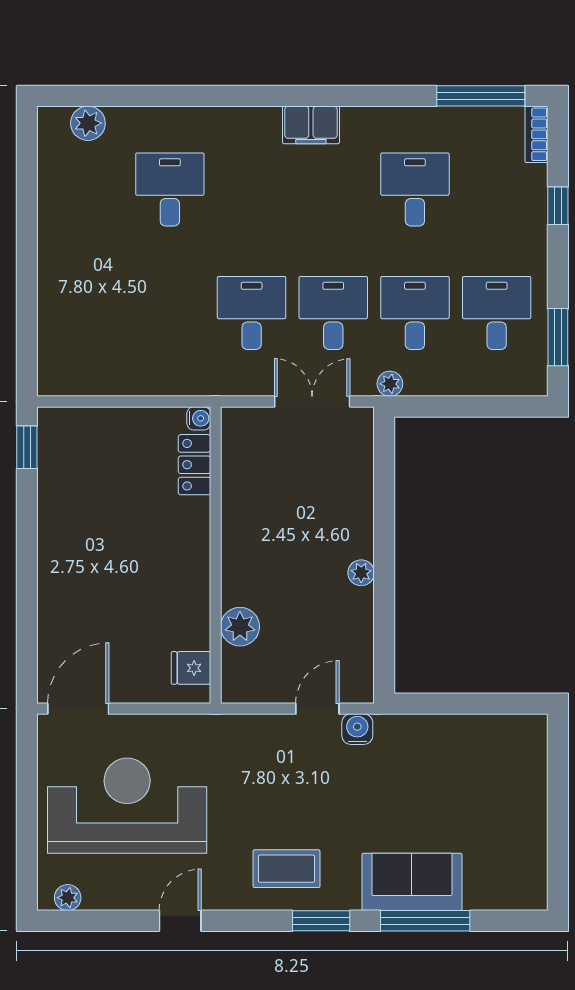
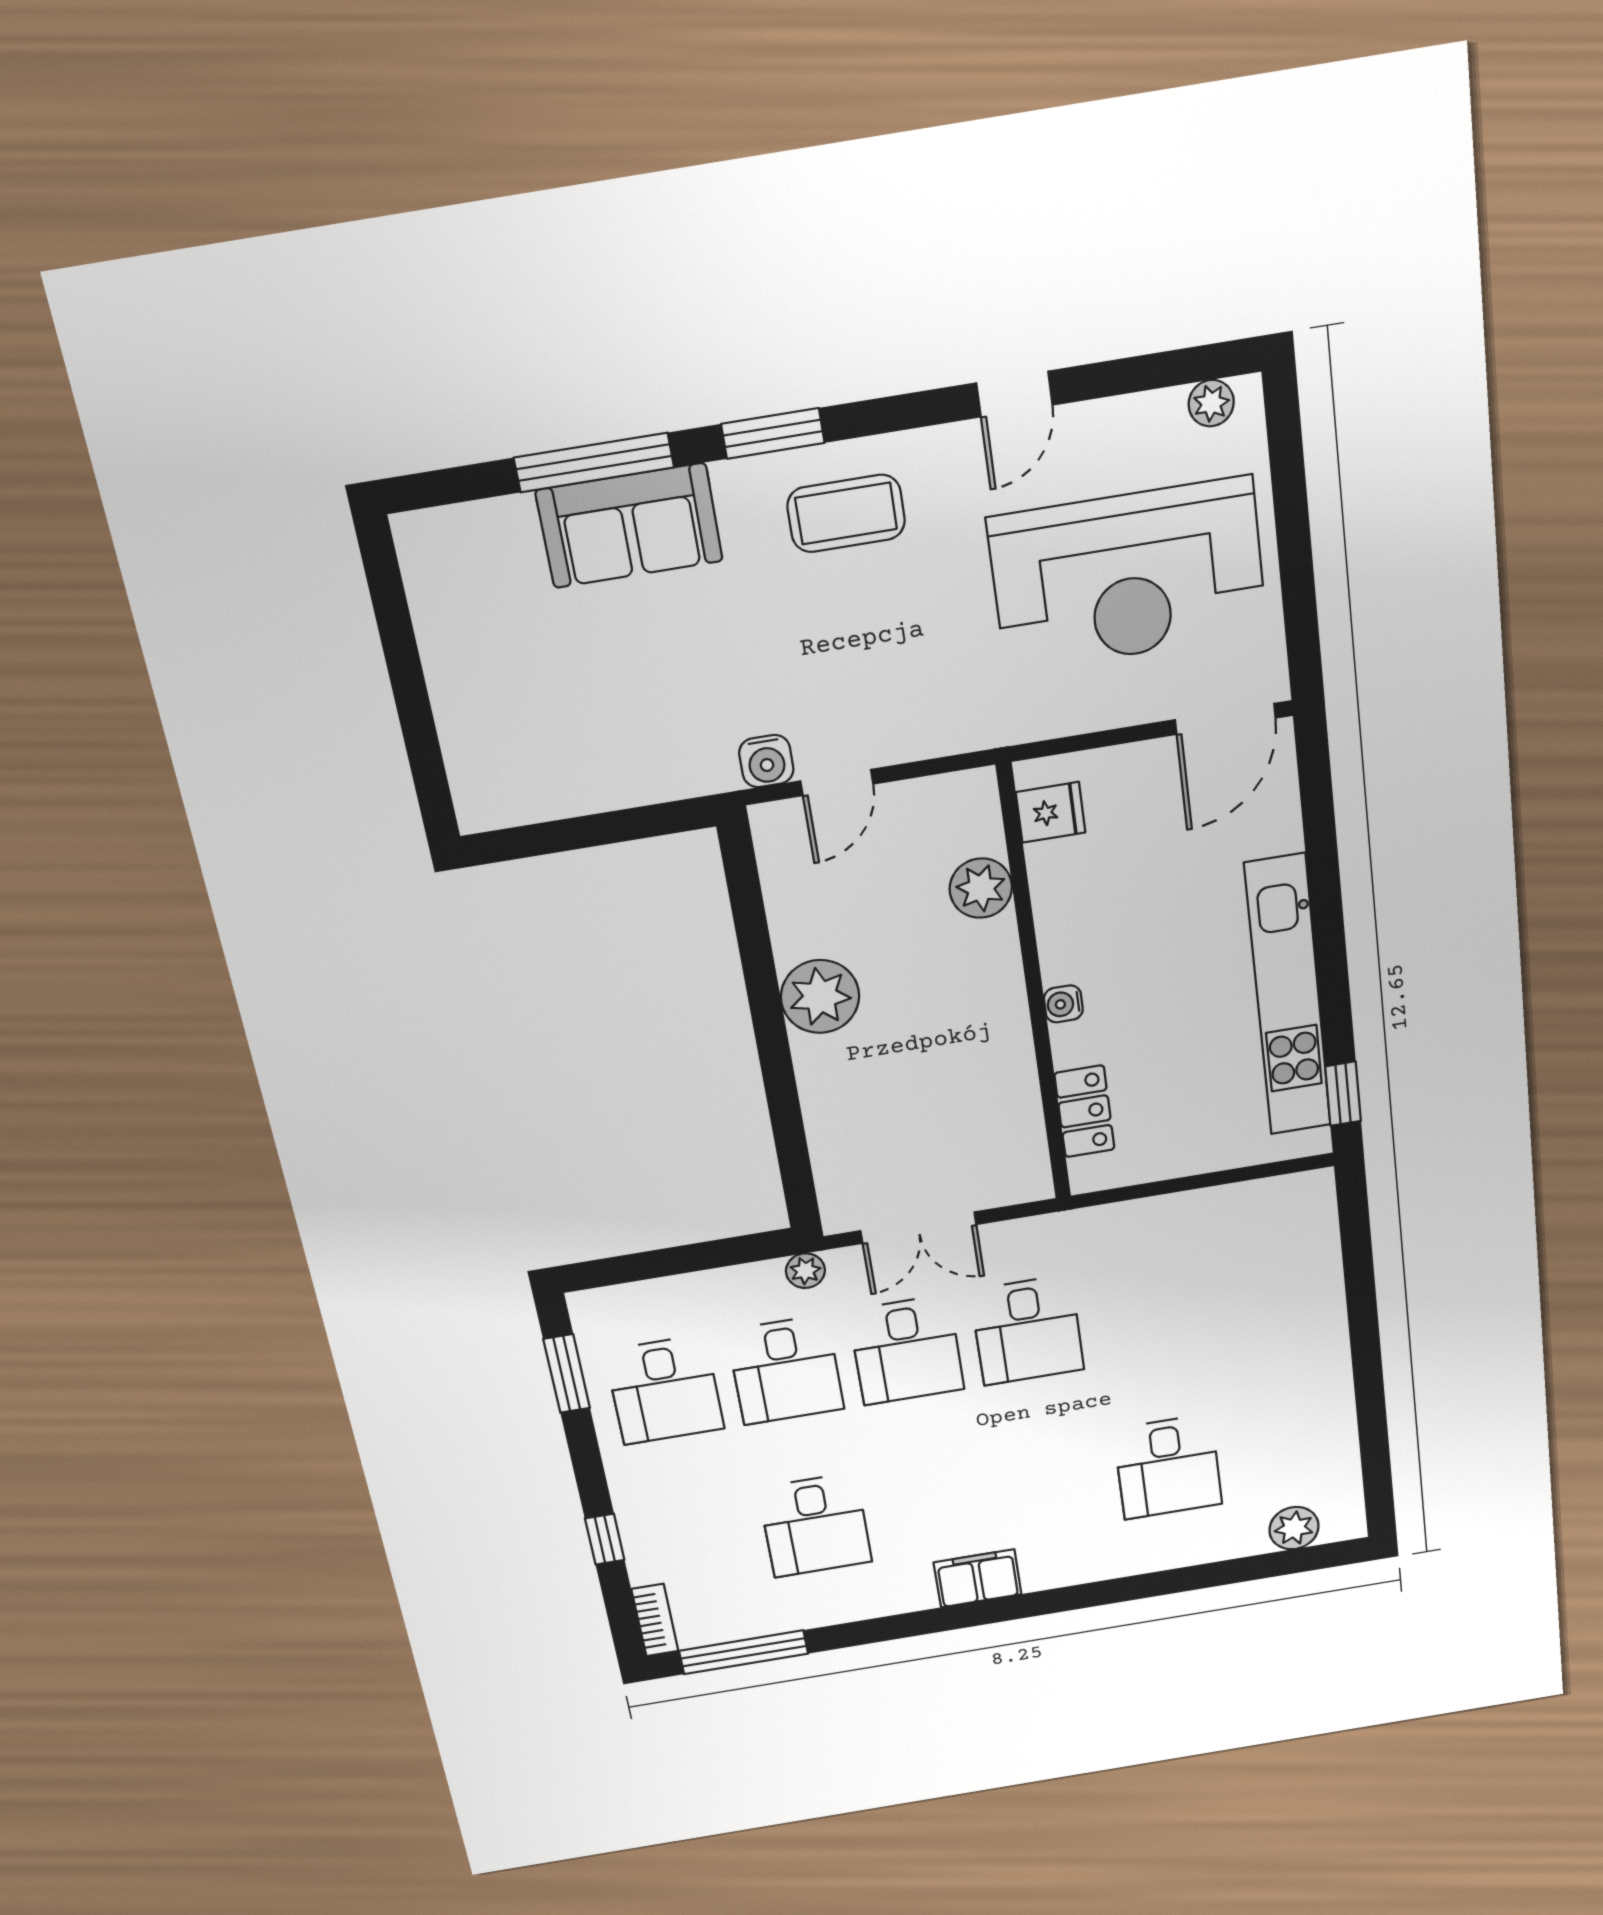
water cooler: (199, 418) -> (1063, 1004), moved
kitchen unit: (56, 521) -> (1288, 996), added
plant: (361, 573) -> (820, 997), width x1.88, depth x1.88

